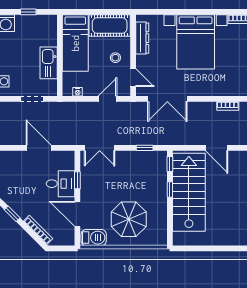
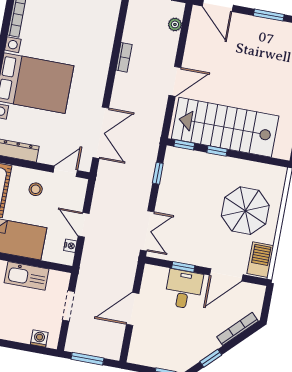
door: (108, 99) -> (84, 225), moved

